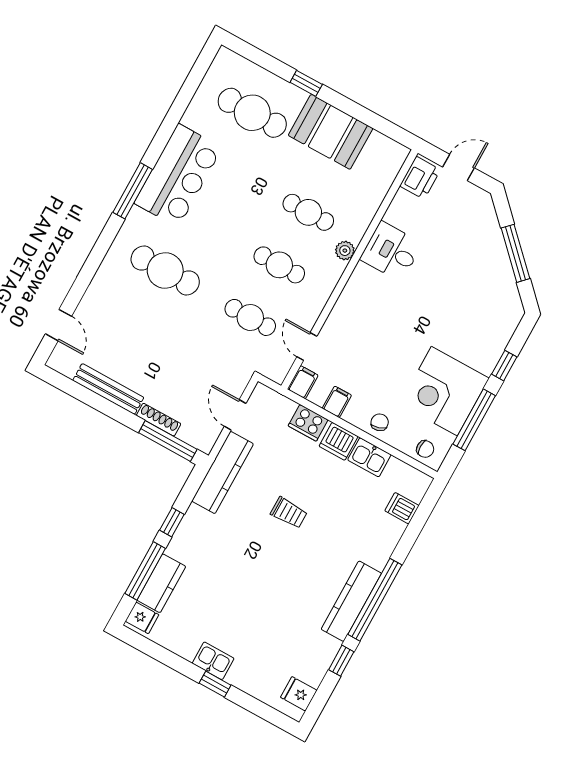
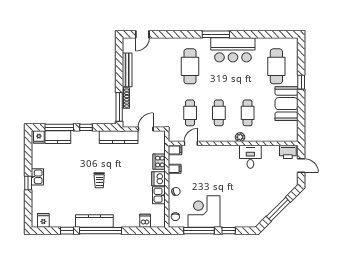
trolley: (289, 513) -> (99, 180), moved

